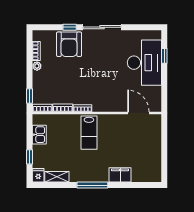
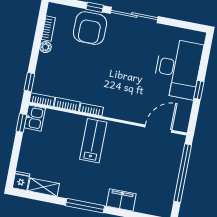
window: (164, 56) -> (199, 90), moved
door: (138, 113) -> (158, 129), hinge flipped
lab bench: (89, 133) -> (93, 141), turned 180
kitchen sink: (39, 135) -> (35, 118), moved
window: (164, 144) -> (183, 173), added
window: (30, 157) -> (21, 123), moved

